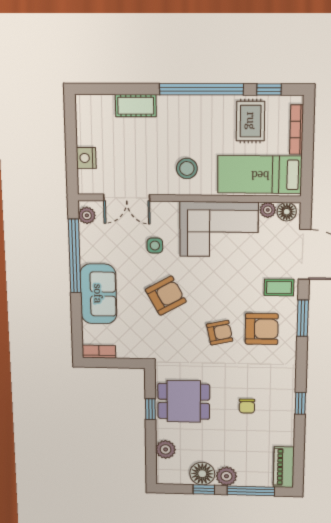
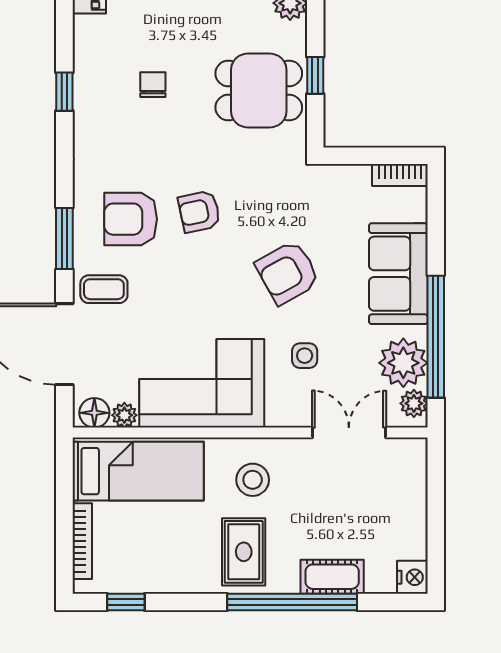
window: (201, 89) -> (292, 602), moved
rug: (251, 121) -> (244, 552), moved
nightstand: (86, 158) -> (412, 577), moved
plant: (94, 240) -> (403, 363), added

